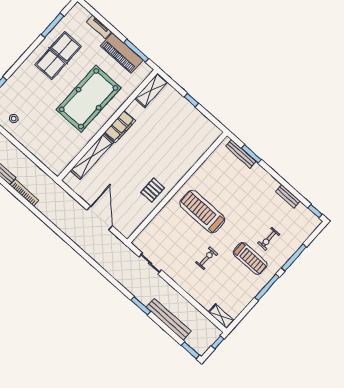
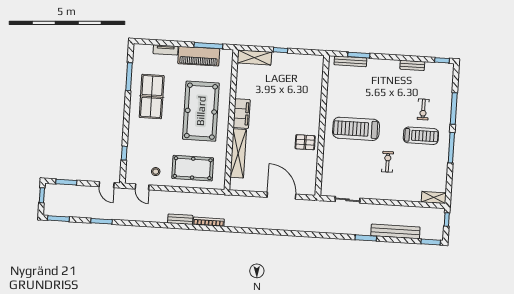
shelving: (151, 90) -> (254, 58), moved, turned 90
pool table: (46, 139) -> (193, 168), added
pallet: (153, 190) -> (305, 142), turned 90

